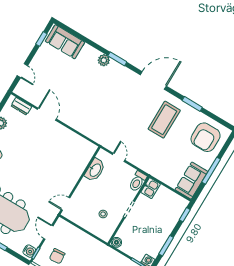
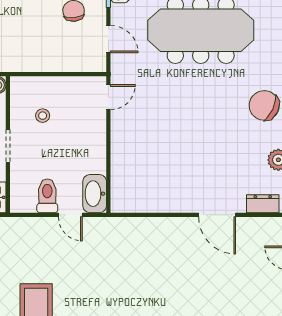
washbasin: (95, 170) -> (95, 194), moved
toilet: (138, 181) -> (47, 196), moved

